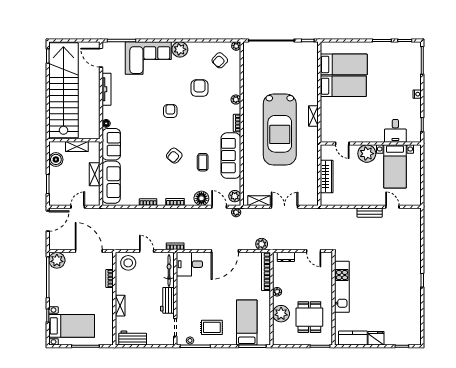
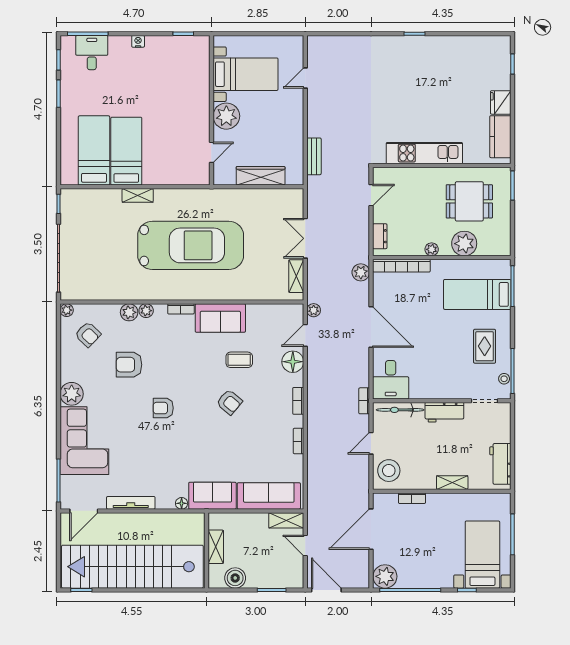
shelving: (313, 116) -> (138, 195), moved
desk: (395, 131) -> (92, 53), moved, turned -90
sofa: (231, 156) -> (220, 318), width x0.73
shelving: (95, 174) -> (286, 520), moved
plant: (235, 196) -> (129, 312), moved
bench: (370, 213) -> (314, 156), moved

